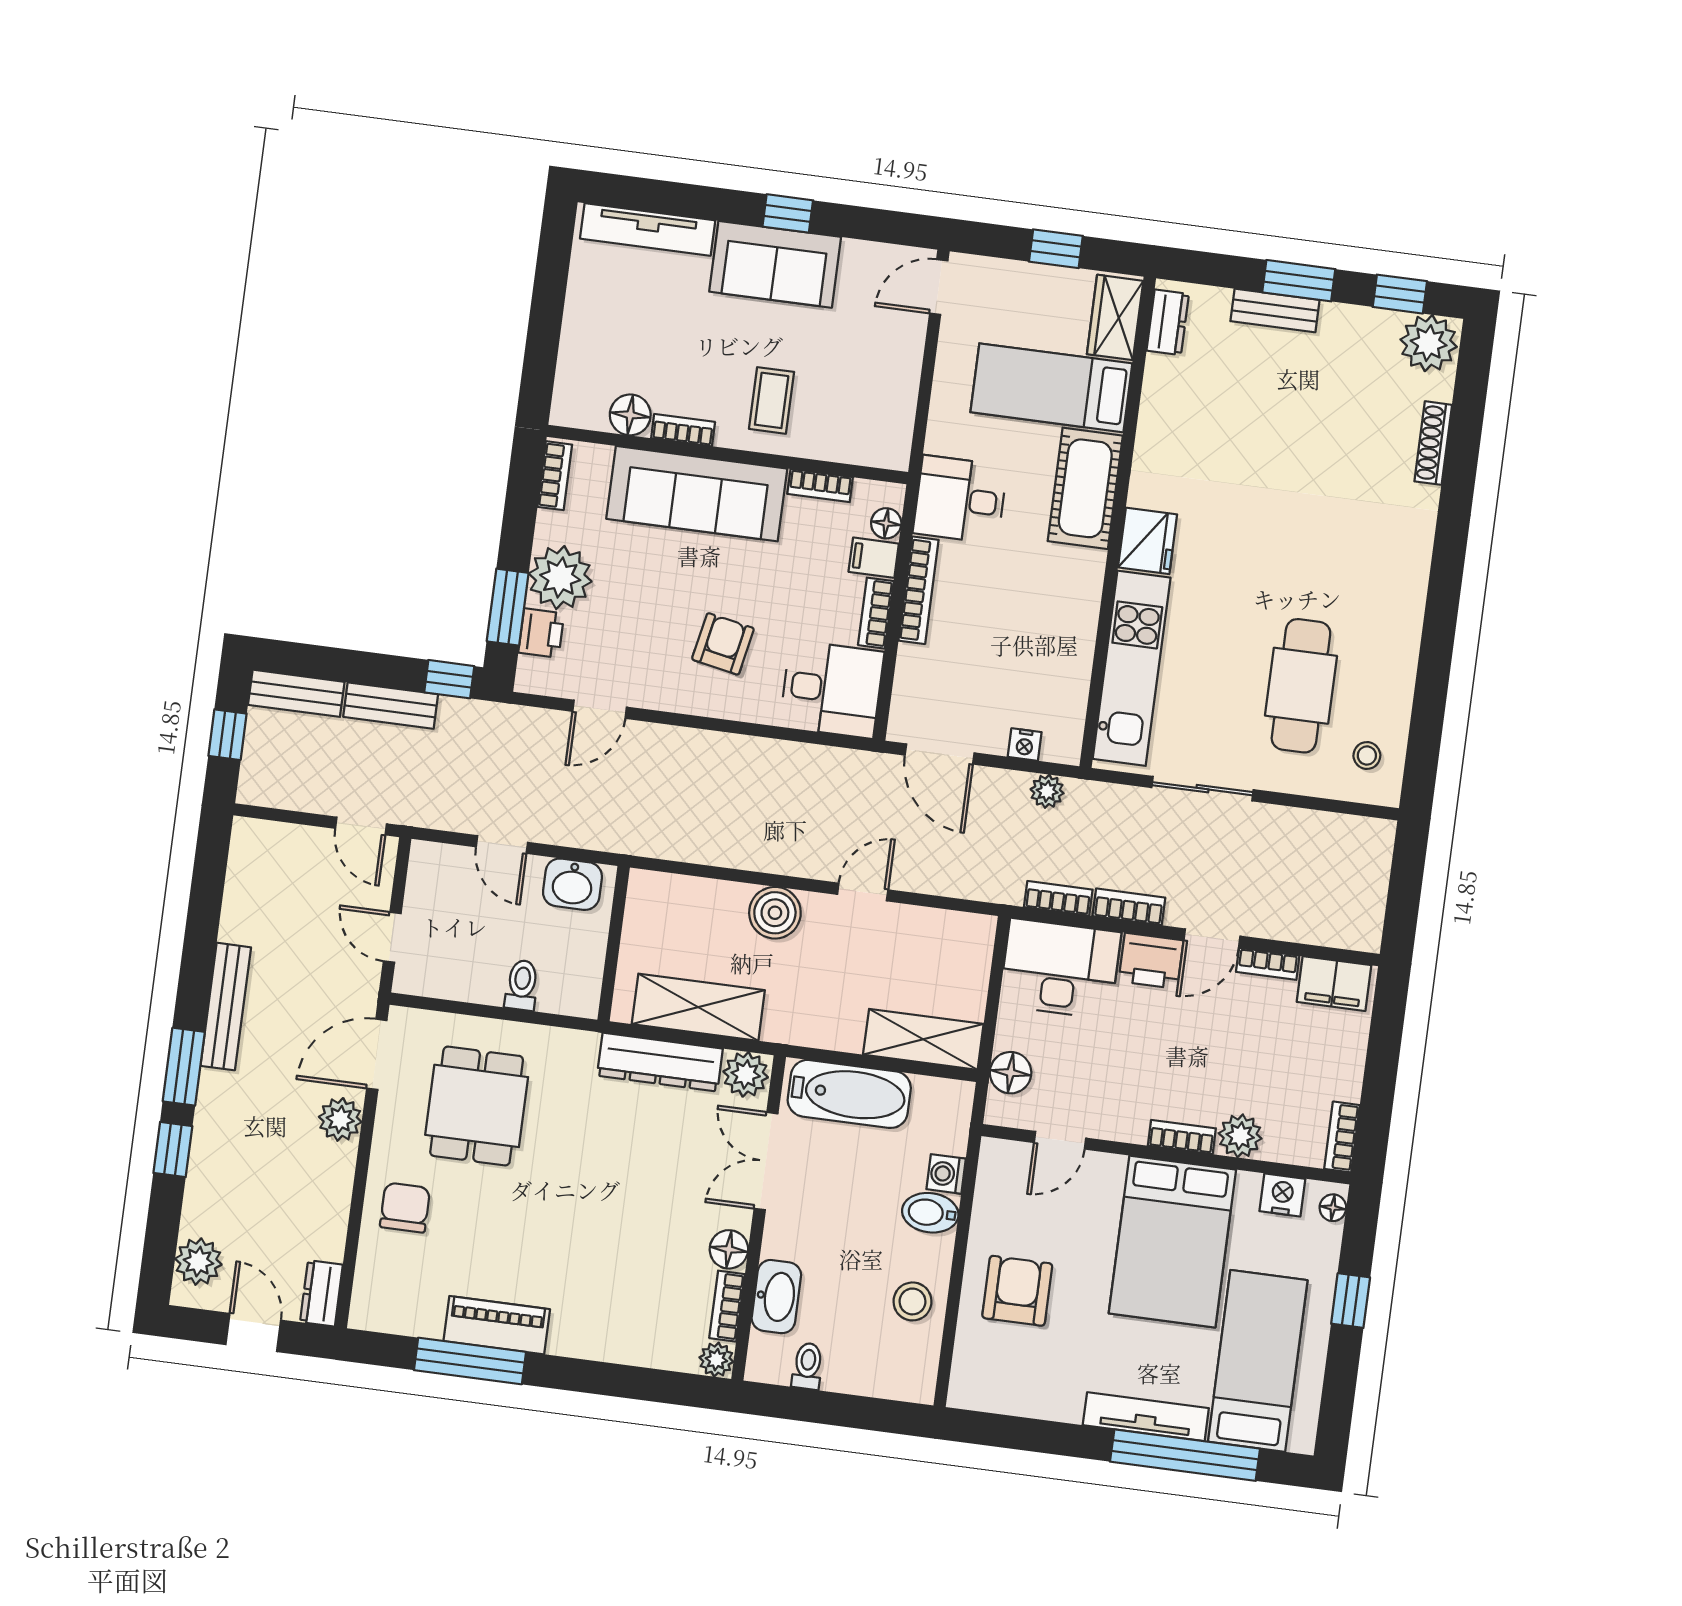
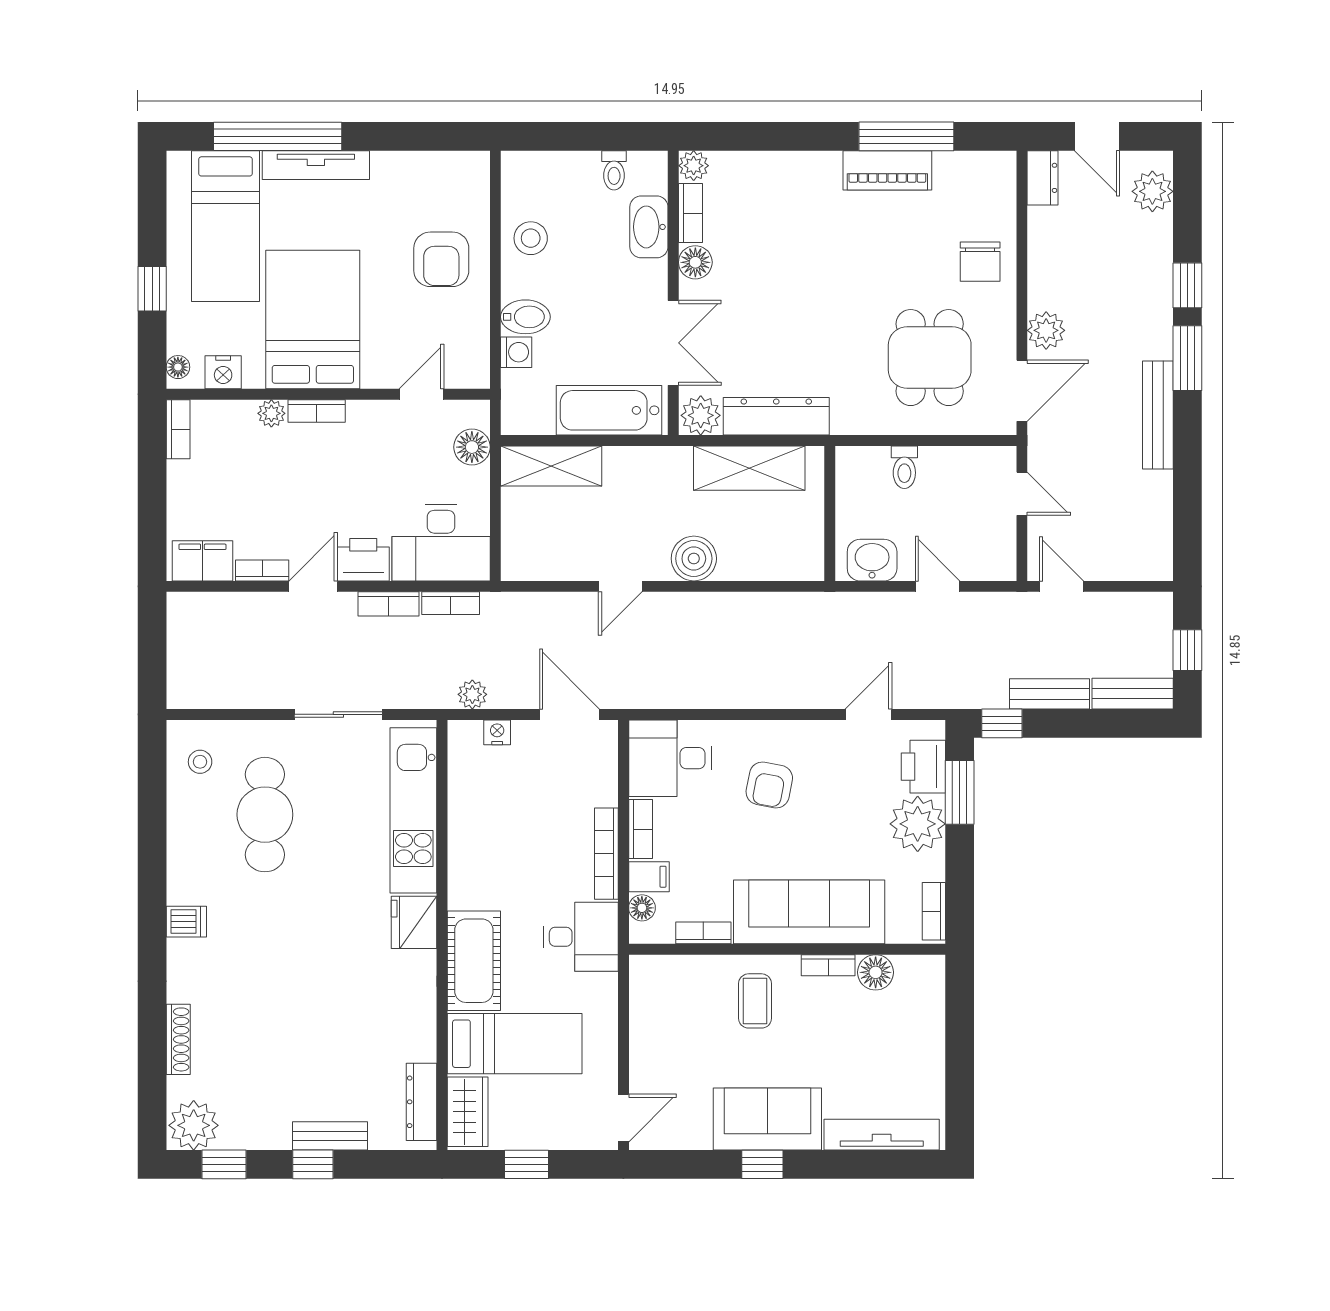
window: (1299, 281) -> (313, 1164), width x0.67
dresser: (1168, 322) -> (421, 1102), width x1.44
dishwasher: (1406, 576) -> (186, 922), added
printer: (541, 633) -> (923, 767), width x1.36, depth x1.24
plant: (1240, 1136) -> (271, 413), width x0.73, depth x0.73

